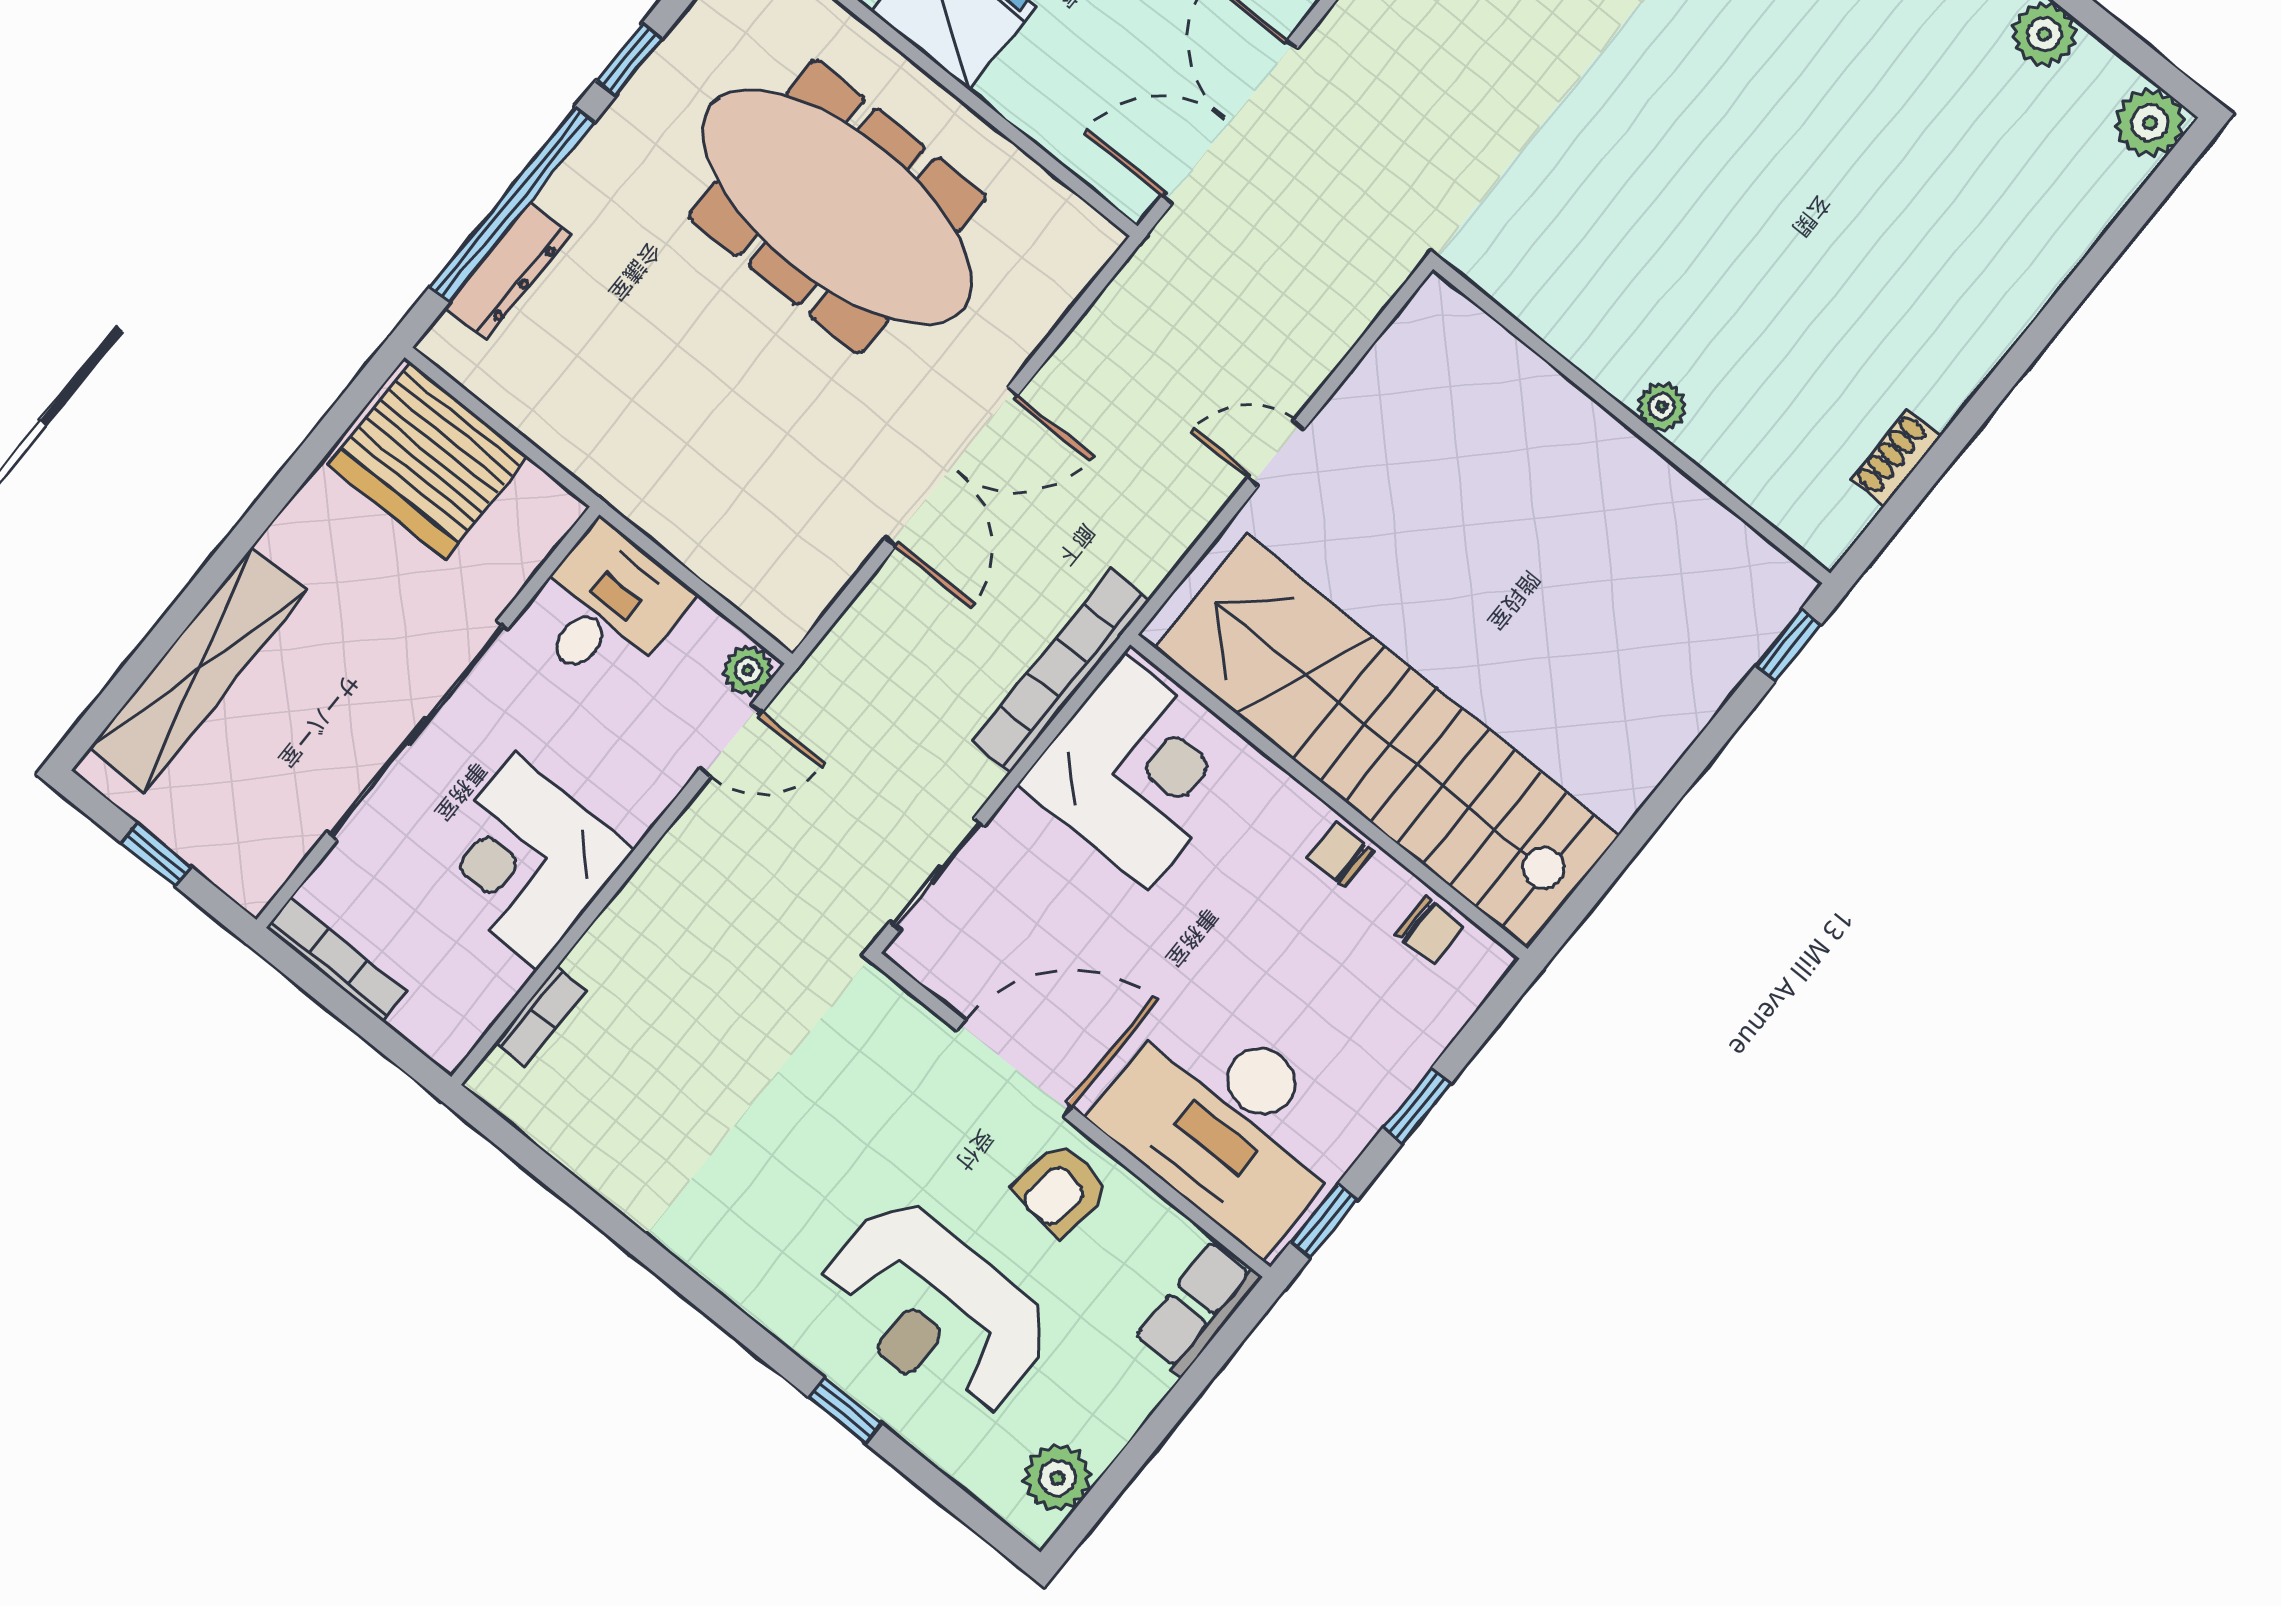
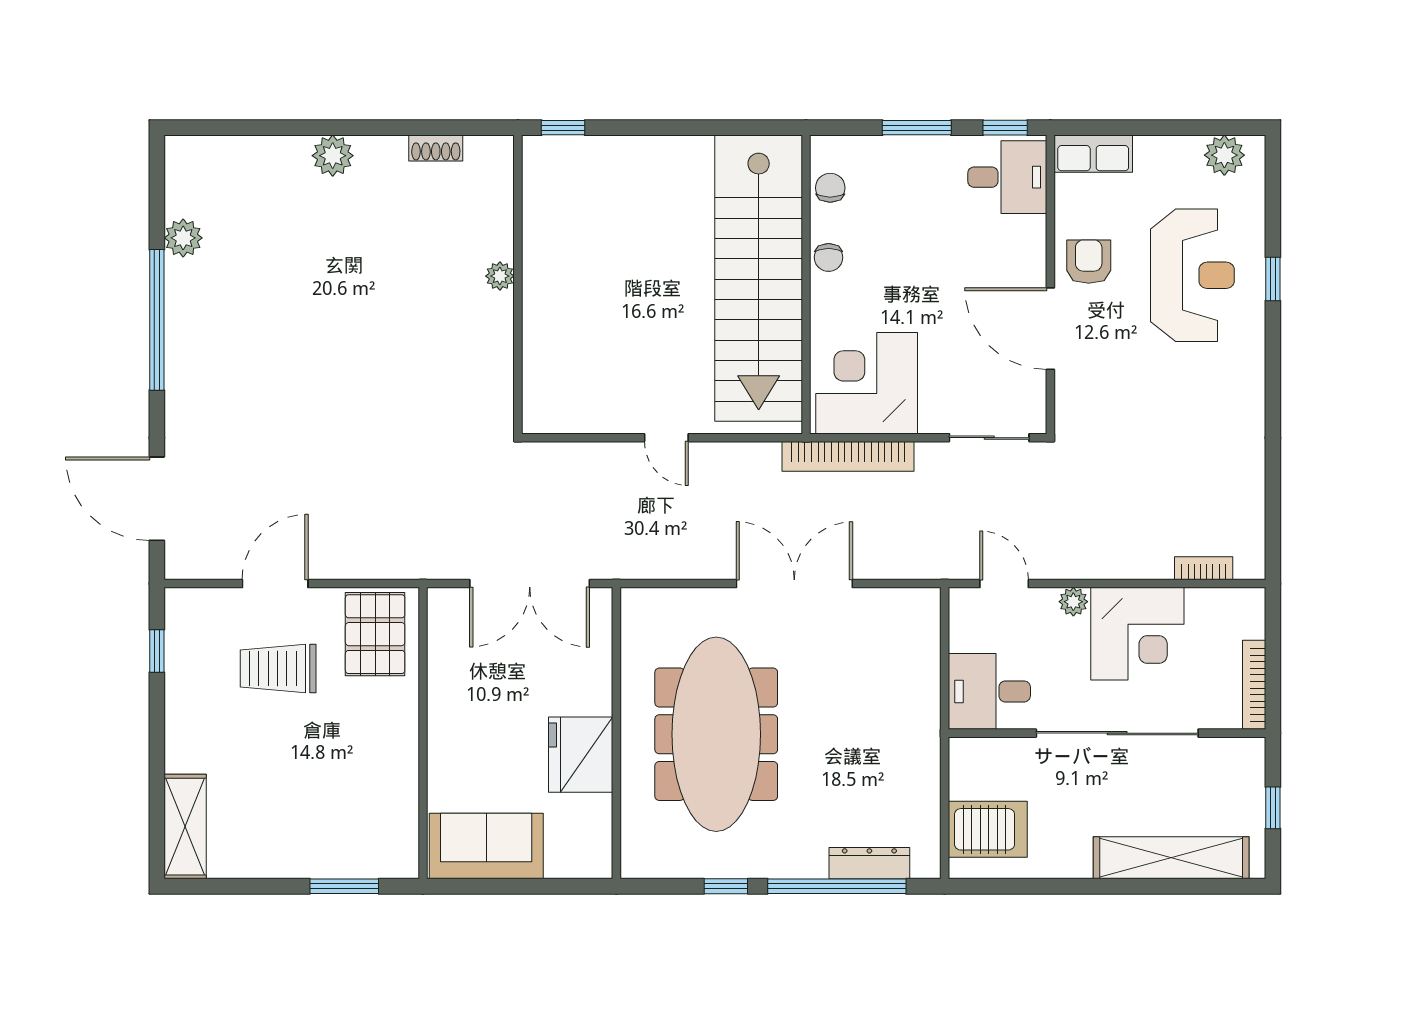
plant: (2150, 123) -> (333, 156), moved
server rack: (428, 461) -> (988, 829), width x0.62
plant: (748, 671) -> (1073, 602), moved
window: (1417, 1106) -> (917, 128), width x1.50
desk: (1228, 1123) -> (1007, 177), width x0.53, depth x0.77
armchair: (1061, 1189) -> (1089, 262), turned -98

